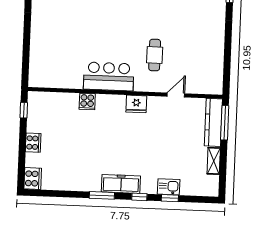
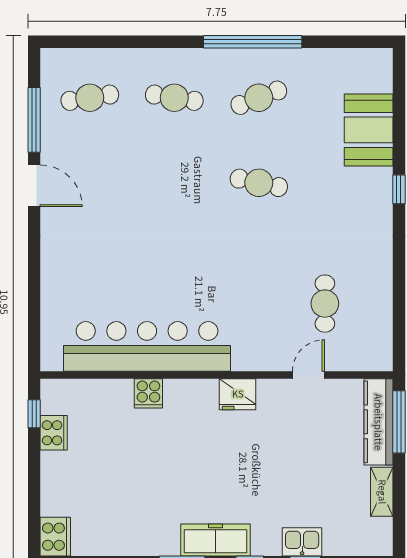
cafe table: (155, 55) -> (325, 304), moved
bar counter: (109, 76) -> (147, 346), width x1.86
cooker: (33, 143) -> (54, 433), moved

